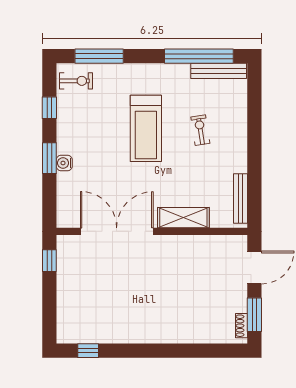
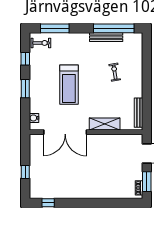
bench: (219, 71) -> (106, 37), moved
treadmill: (146, 128) -> (69, 85), moved
water cooler: (64, 163) -> (34, 118), moved
double door: (117, 231) -> (65, 132), swing flipped
window: (49, 261) -> (25, 172), moved

